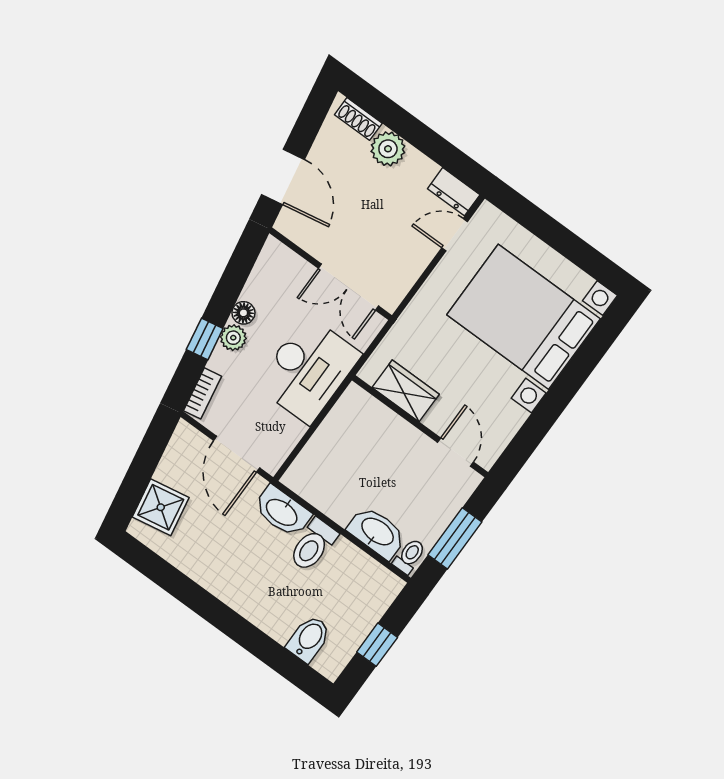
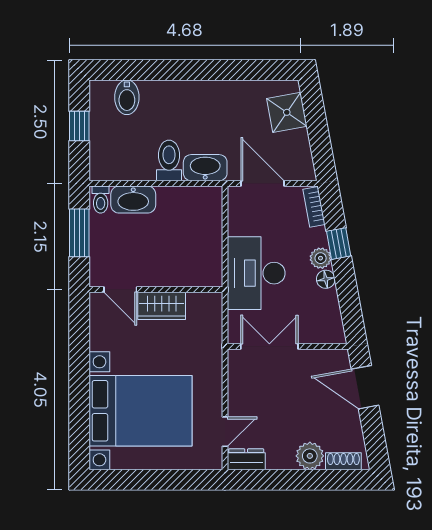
wardrobe: (406, 391) -> (162, 306), moved

